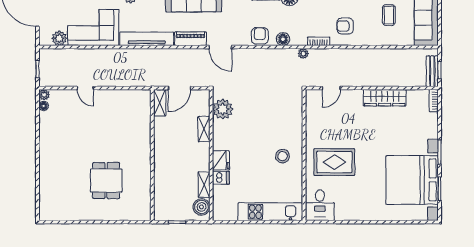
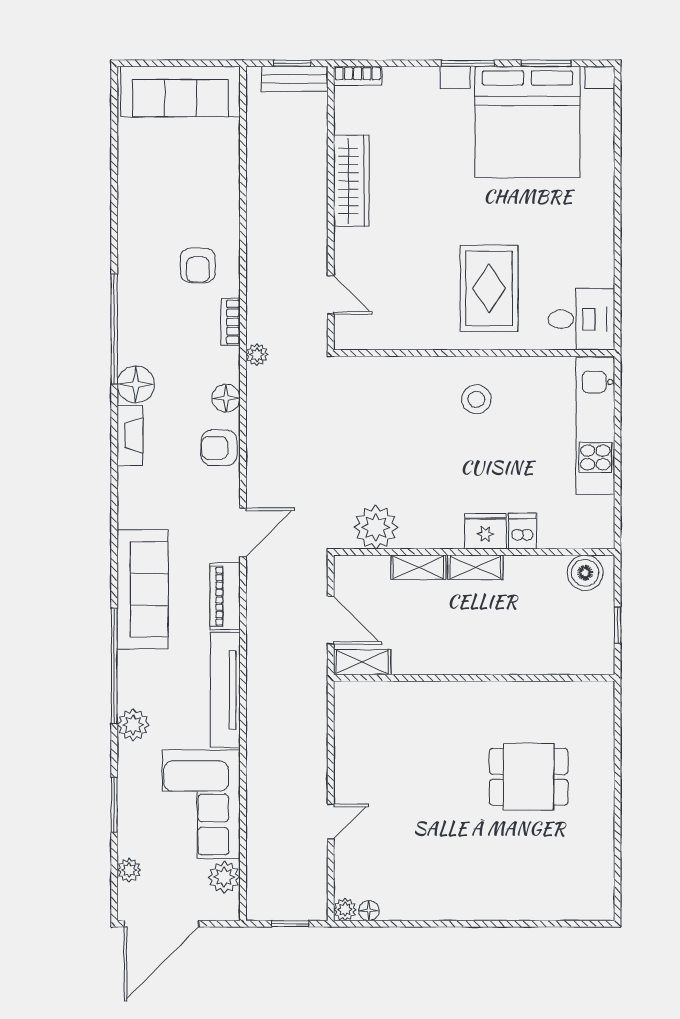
coffee table: (389, 15) -> (175, 172), removed
shelving: (204, 185) -> (476, 567), moved

